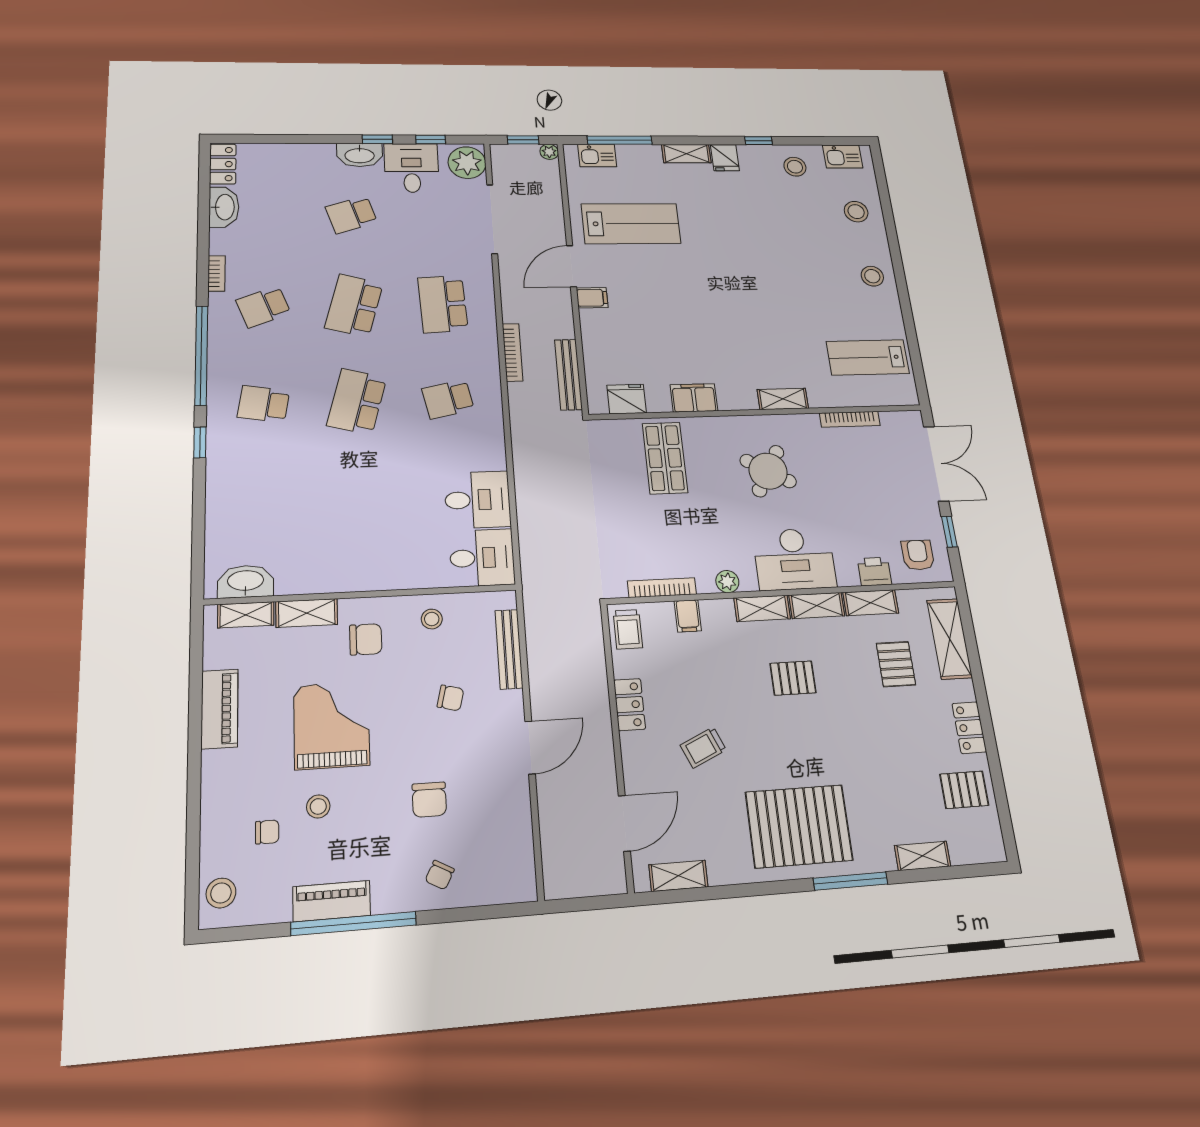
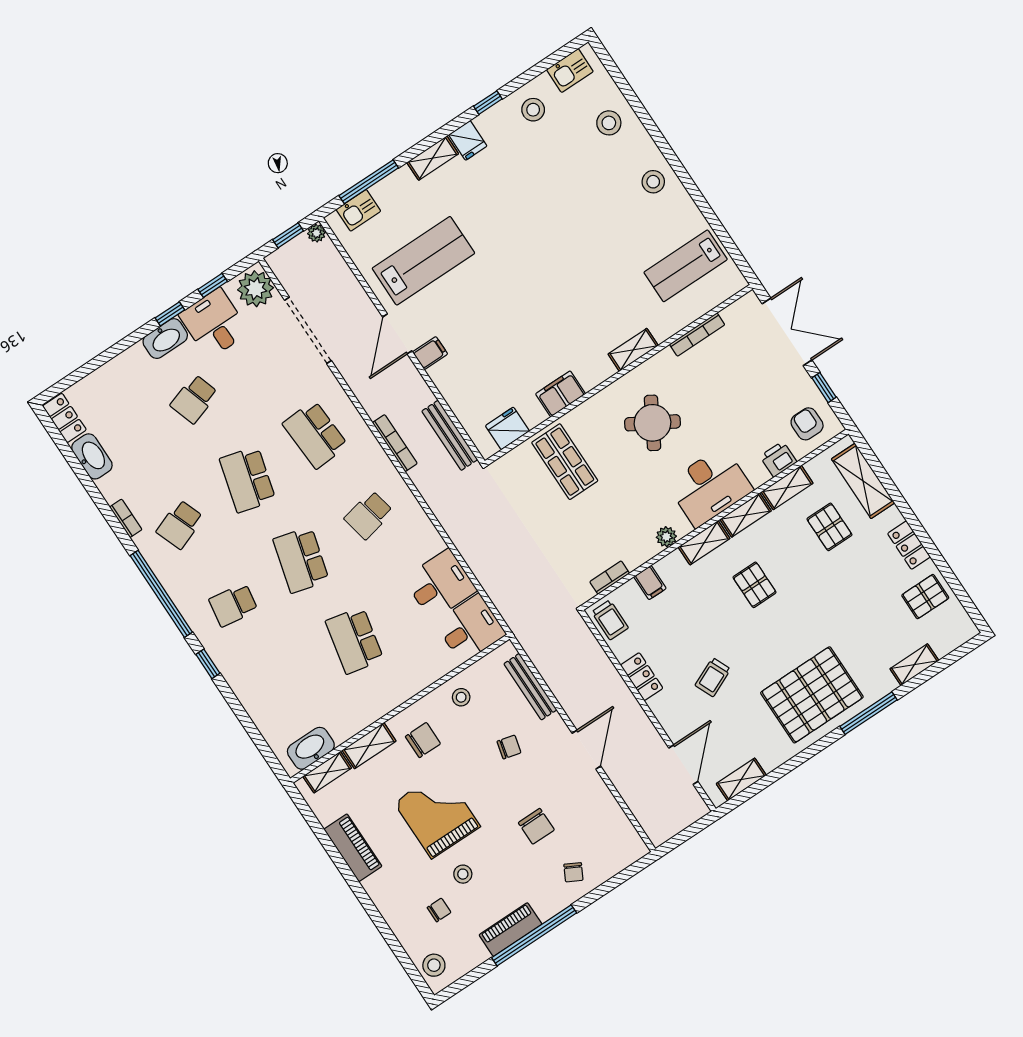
school desk: (360, 503) -> (355, 640), added
bookcase: (662, 588) -> (610, 578), width x0.64
pallet: (793, 678) -> (755, 585), turned 90

